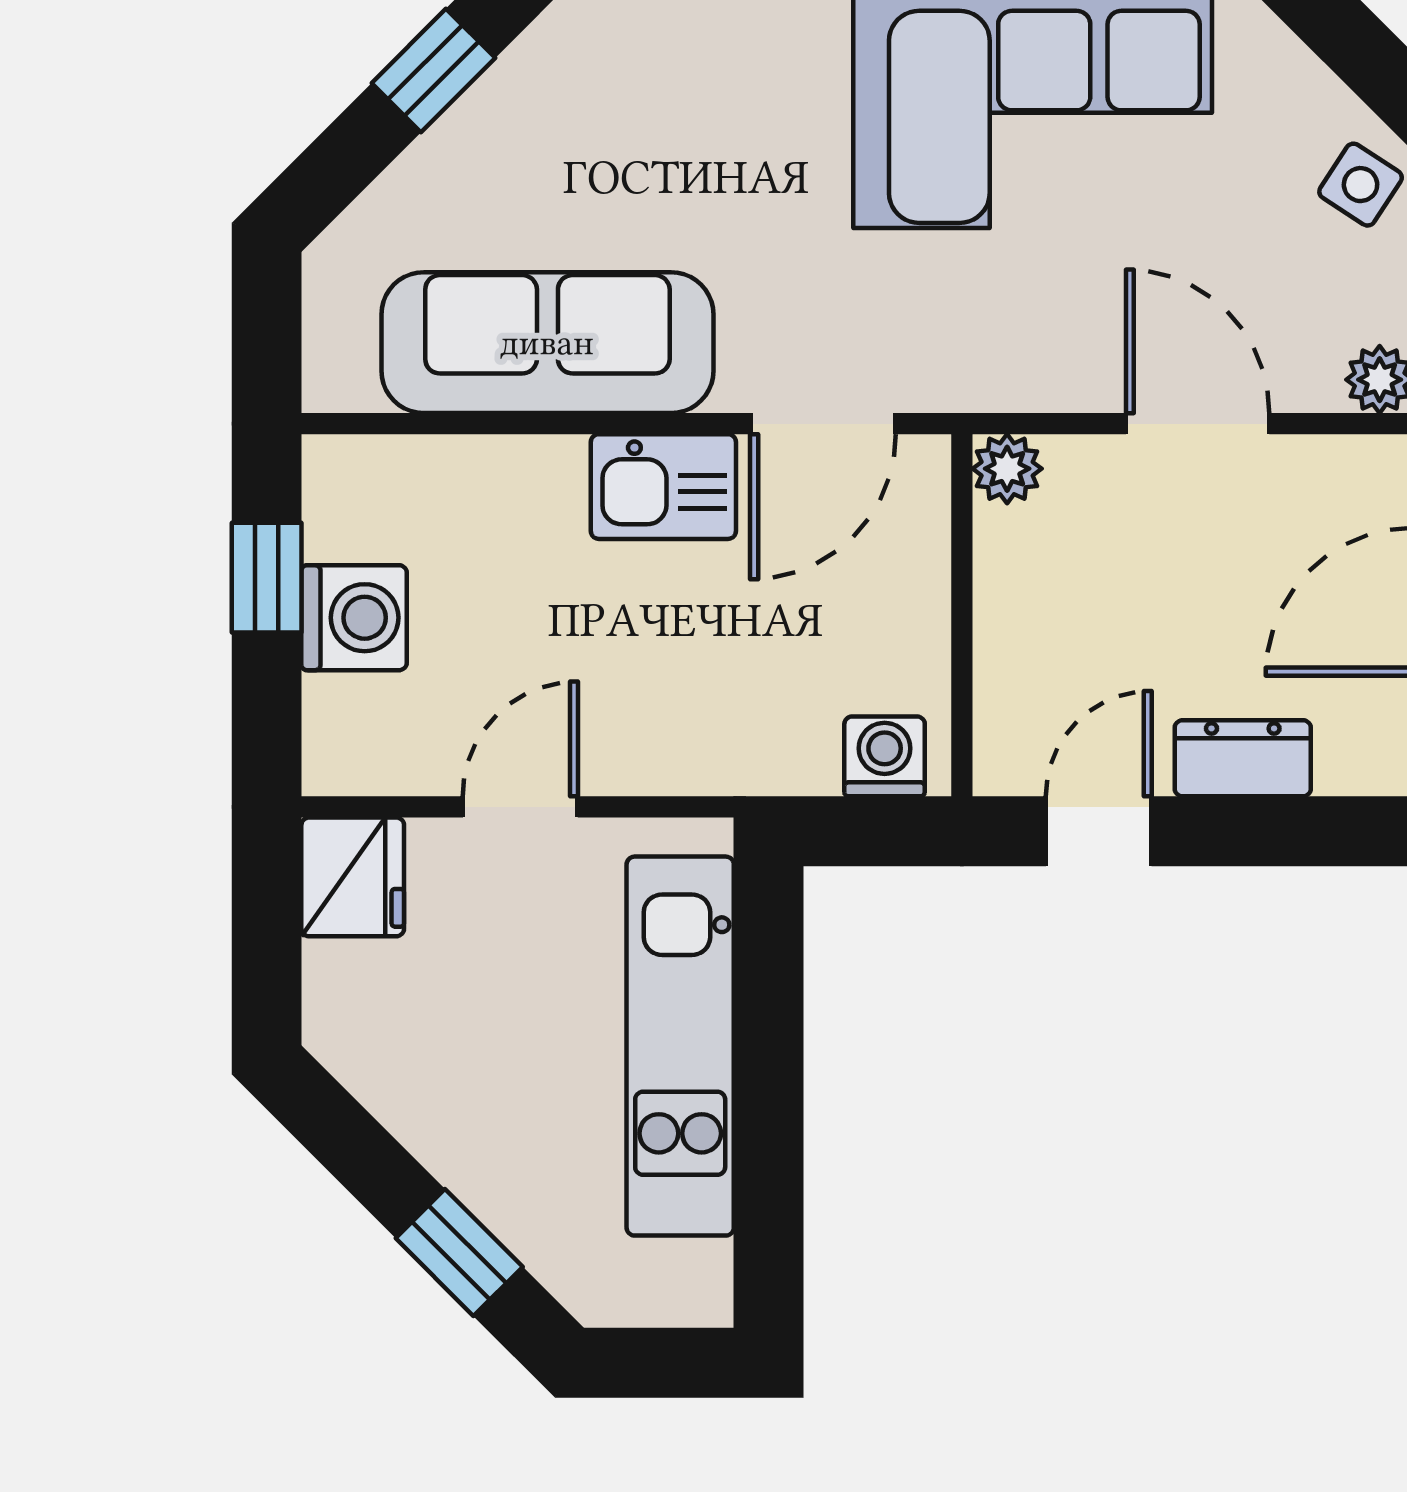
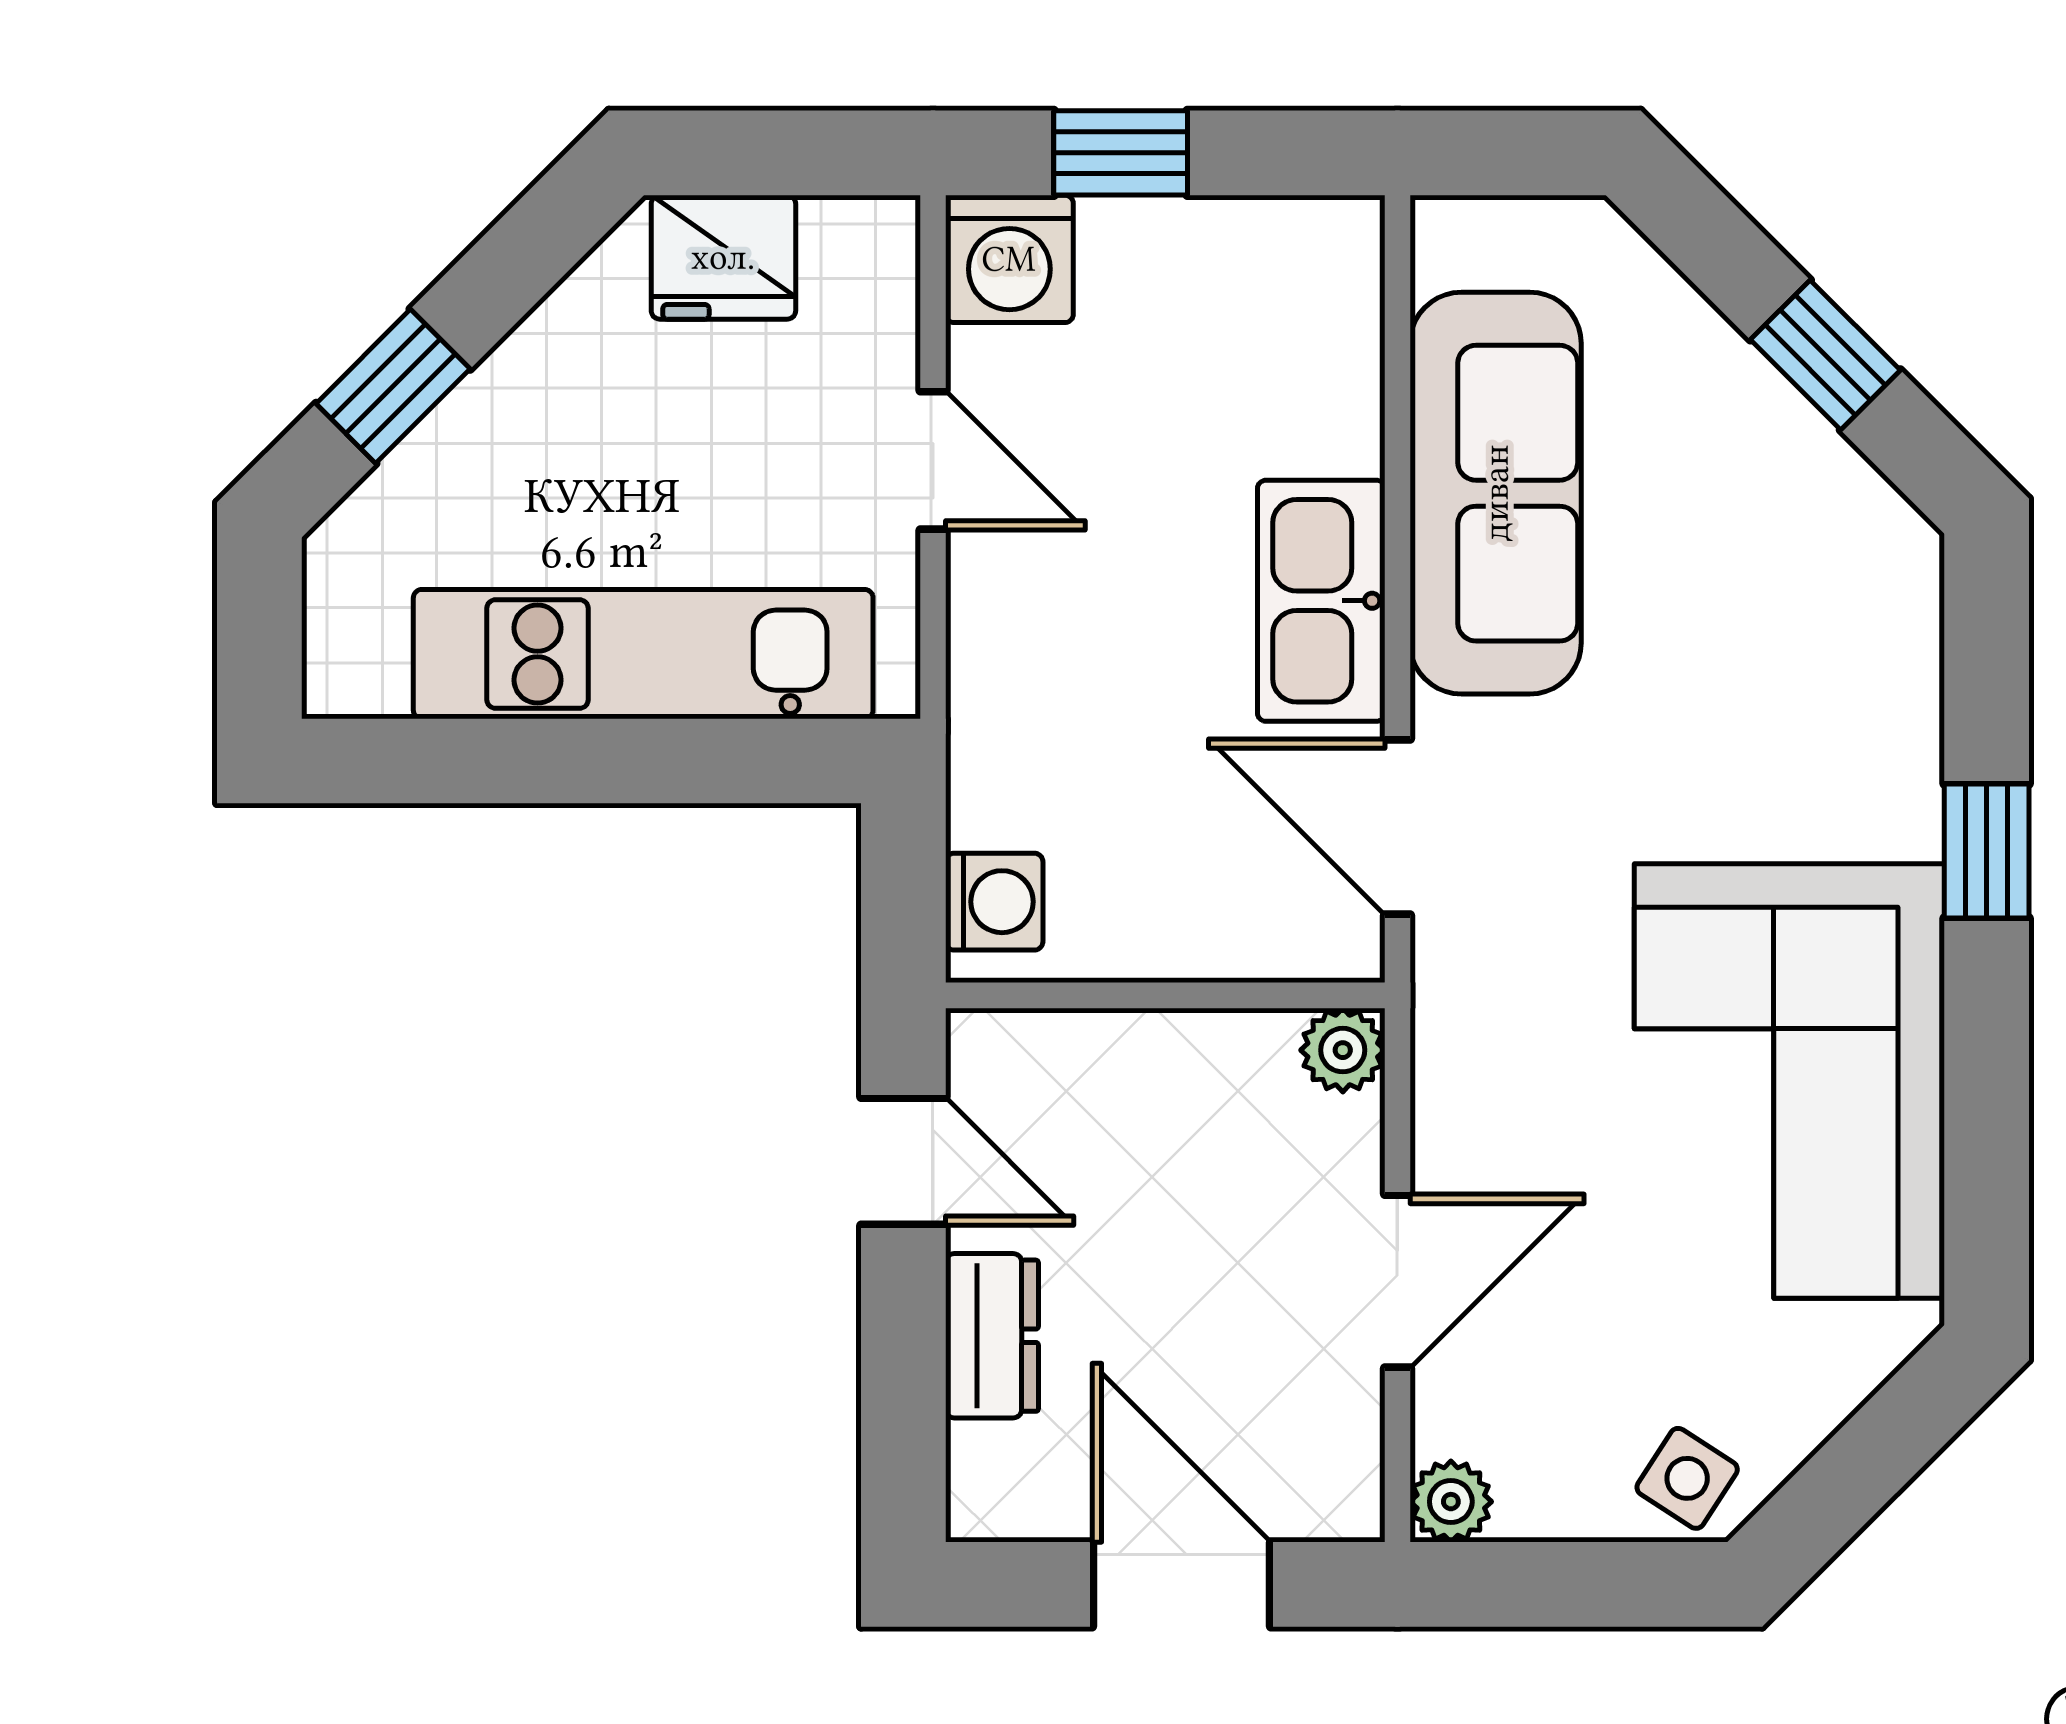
kitchen sink: (663, 487) -> (1321, 601), width x1.38
window: (267, 578) -> (1121, 153), moved
washing machine: (354, 618) -> (1009, 259), moved
fridge: (353, 877) -> (723, 257), moved

